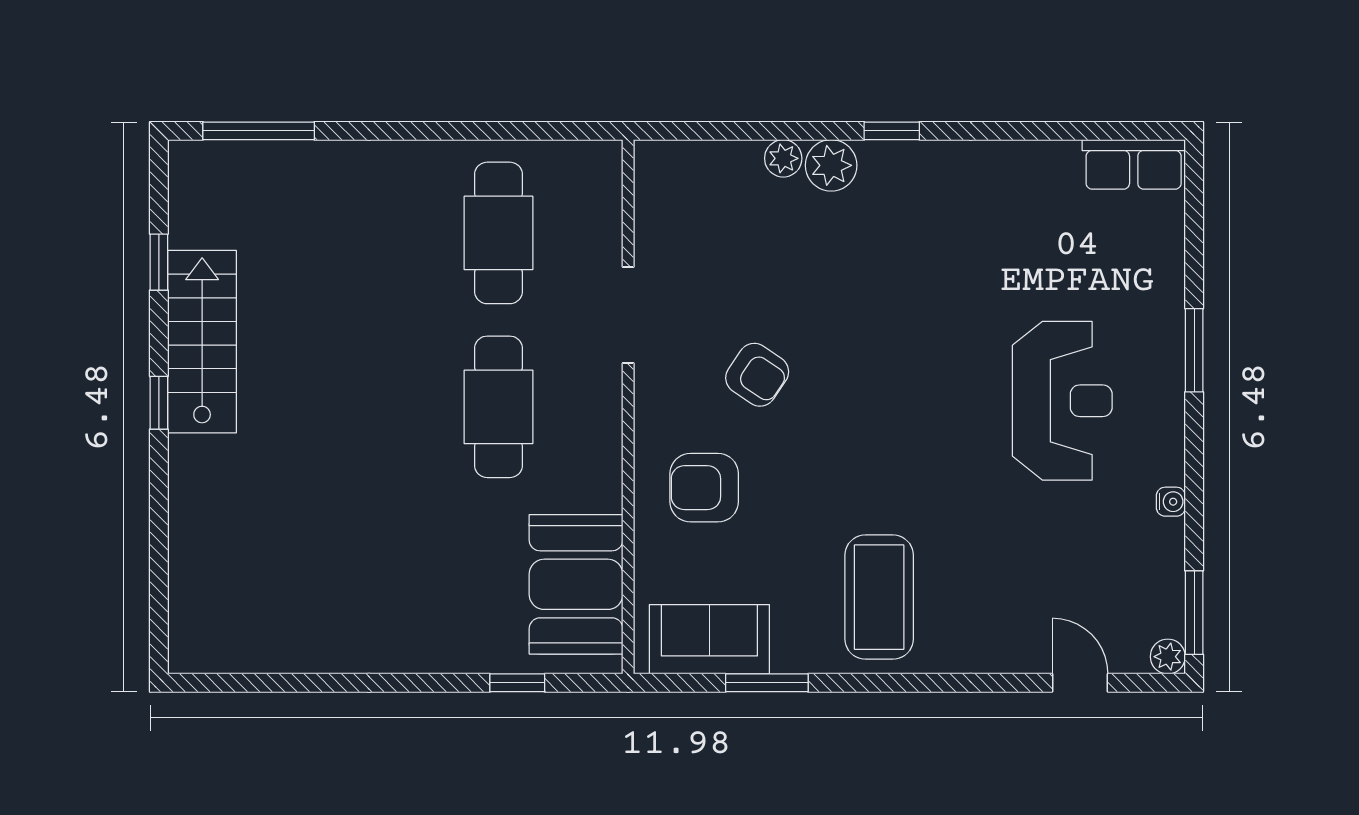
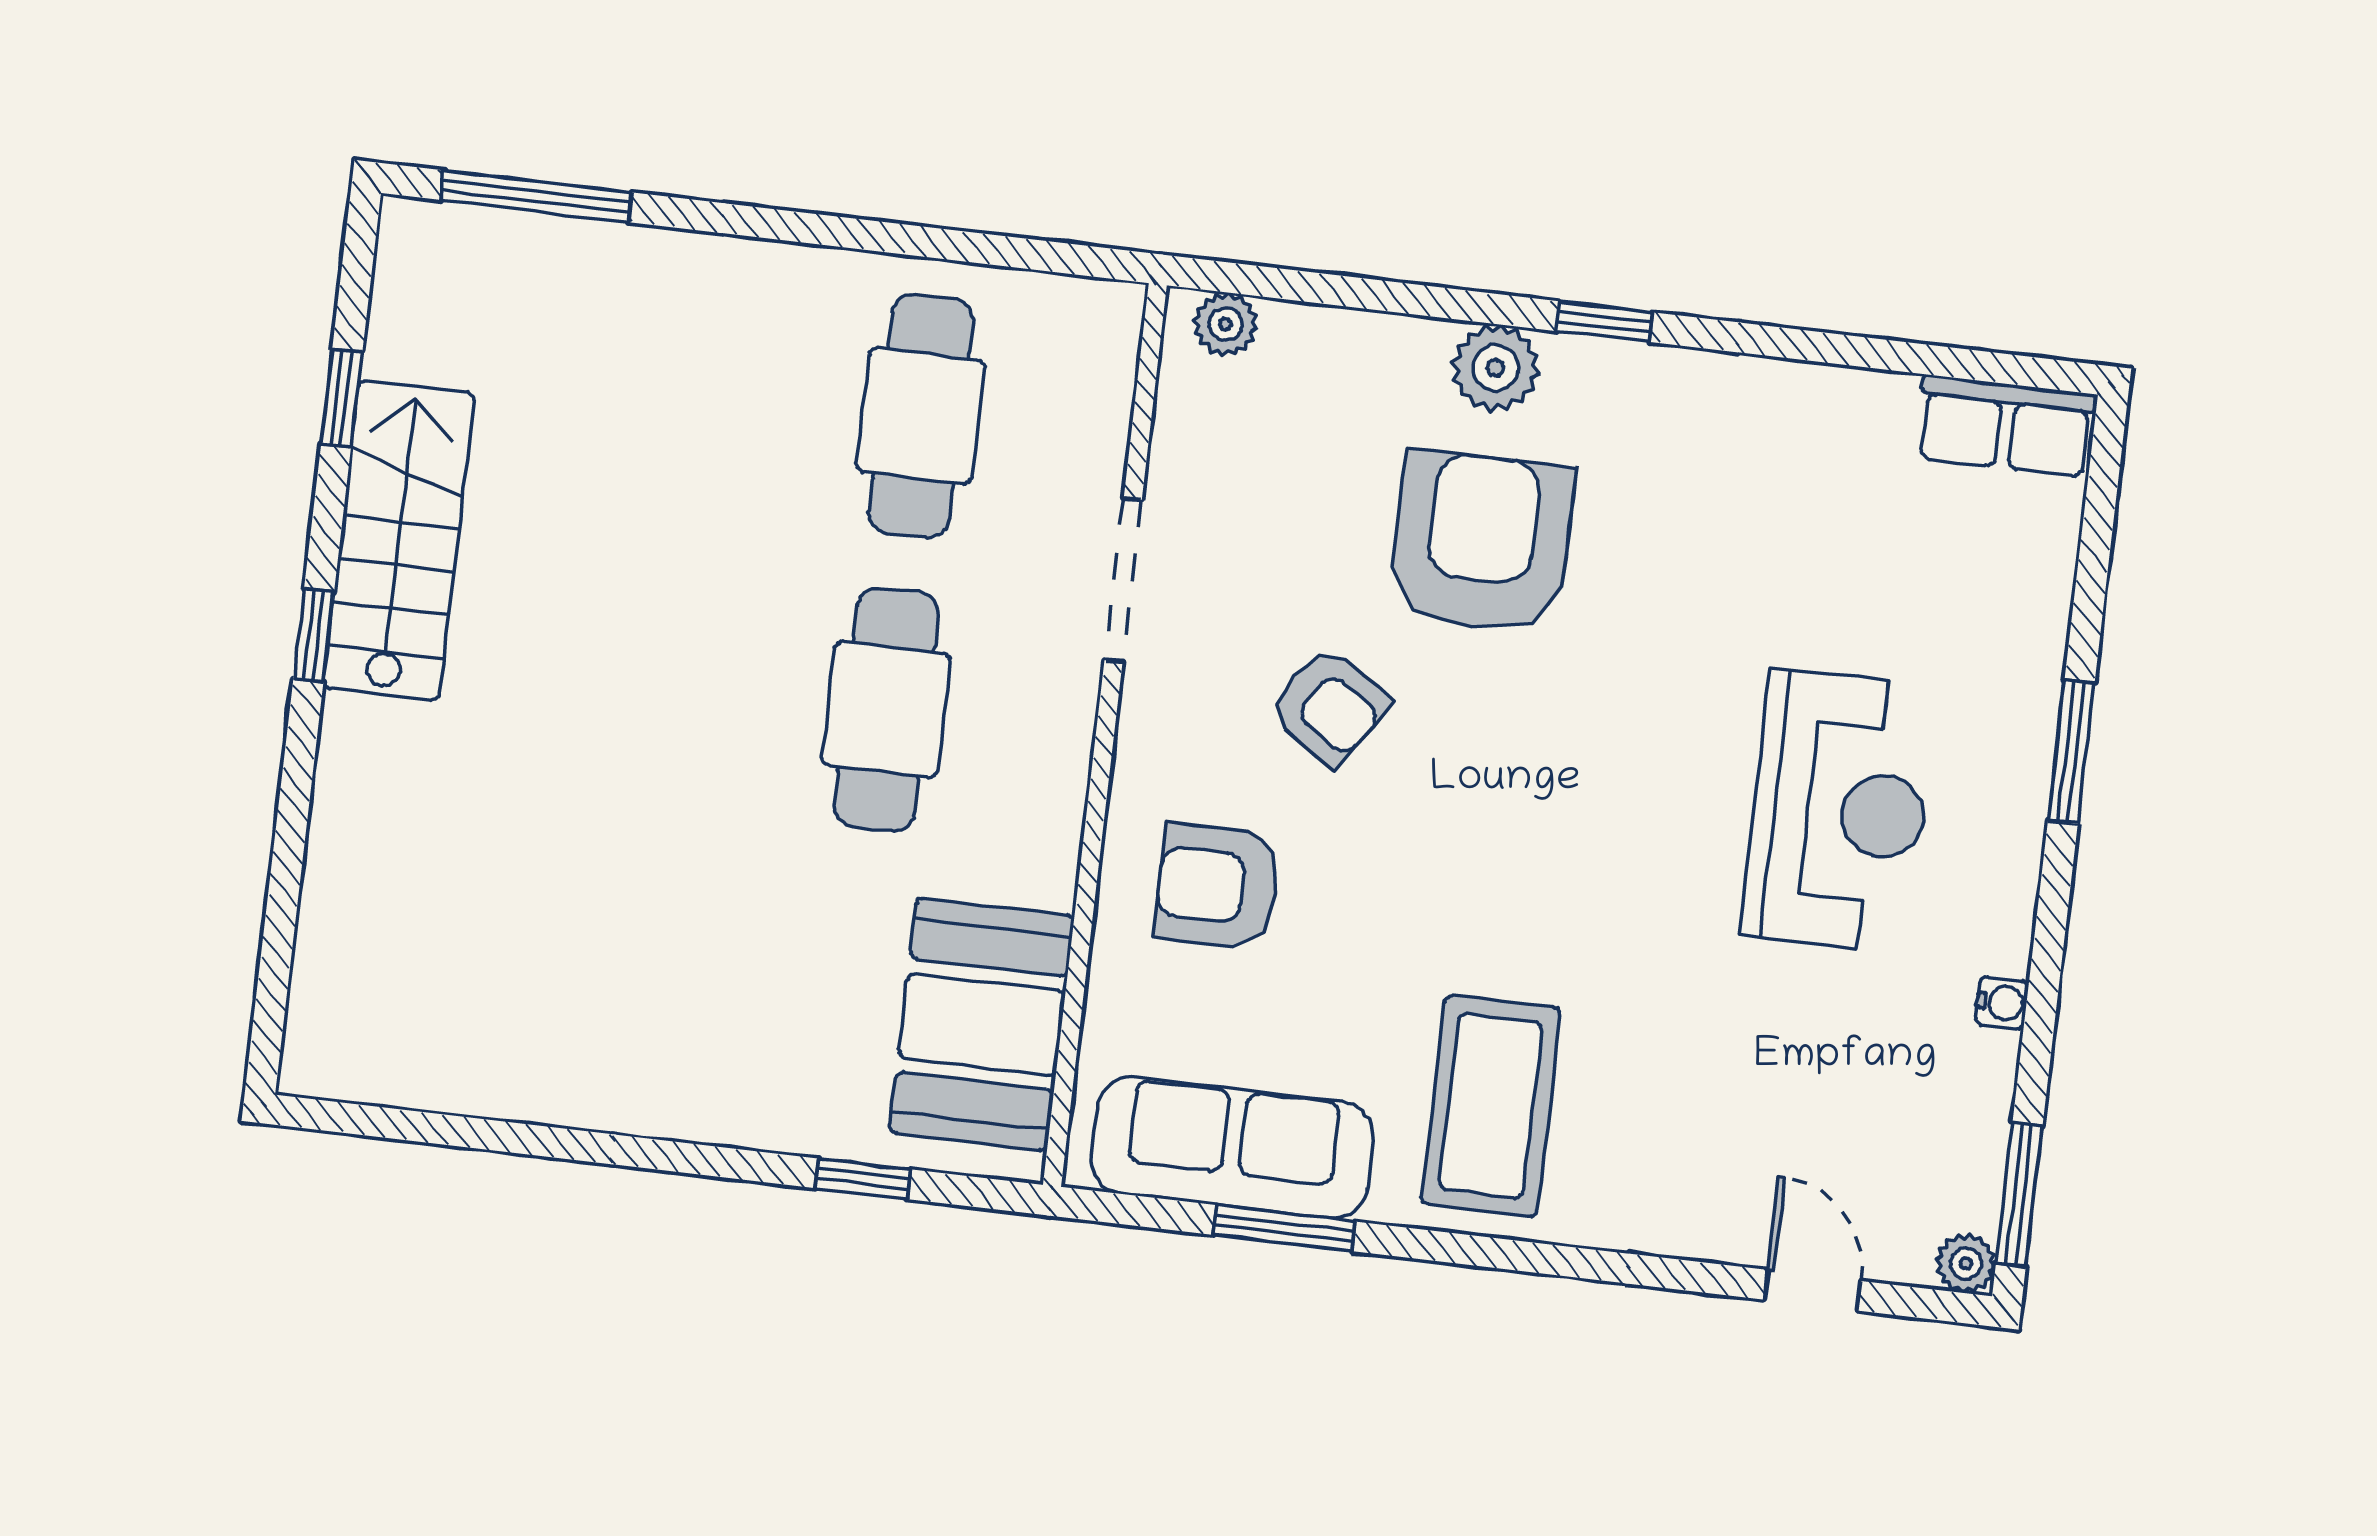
plant: (783, 158) -> (1226, 324), moved
armchair: (835, 268) -> (1481, 542), added
sofa: (709, 639) -> (1233, 1148), width x1.36

